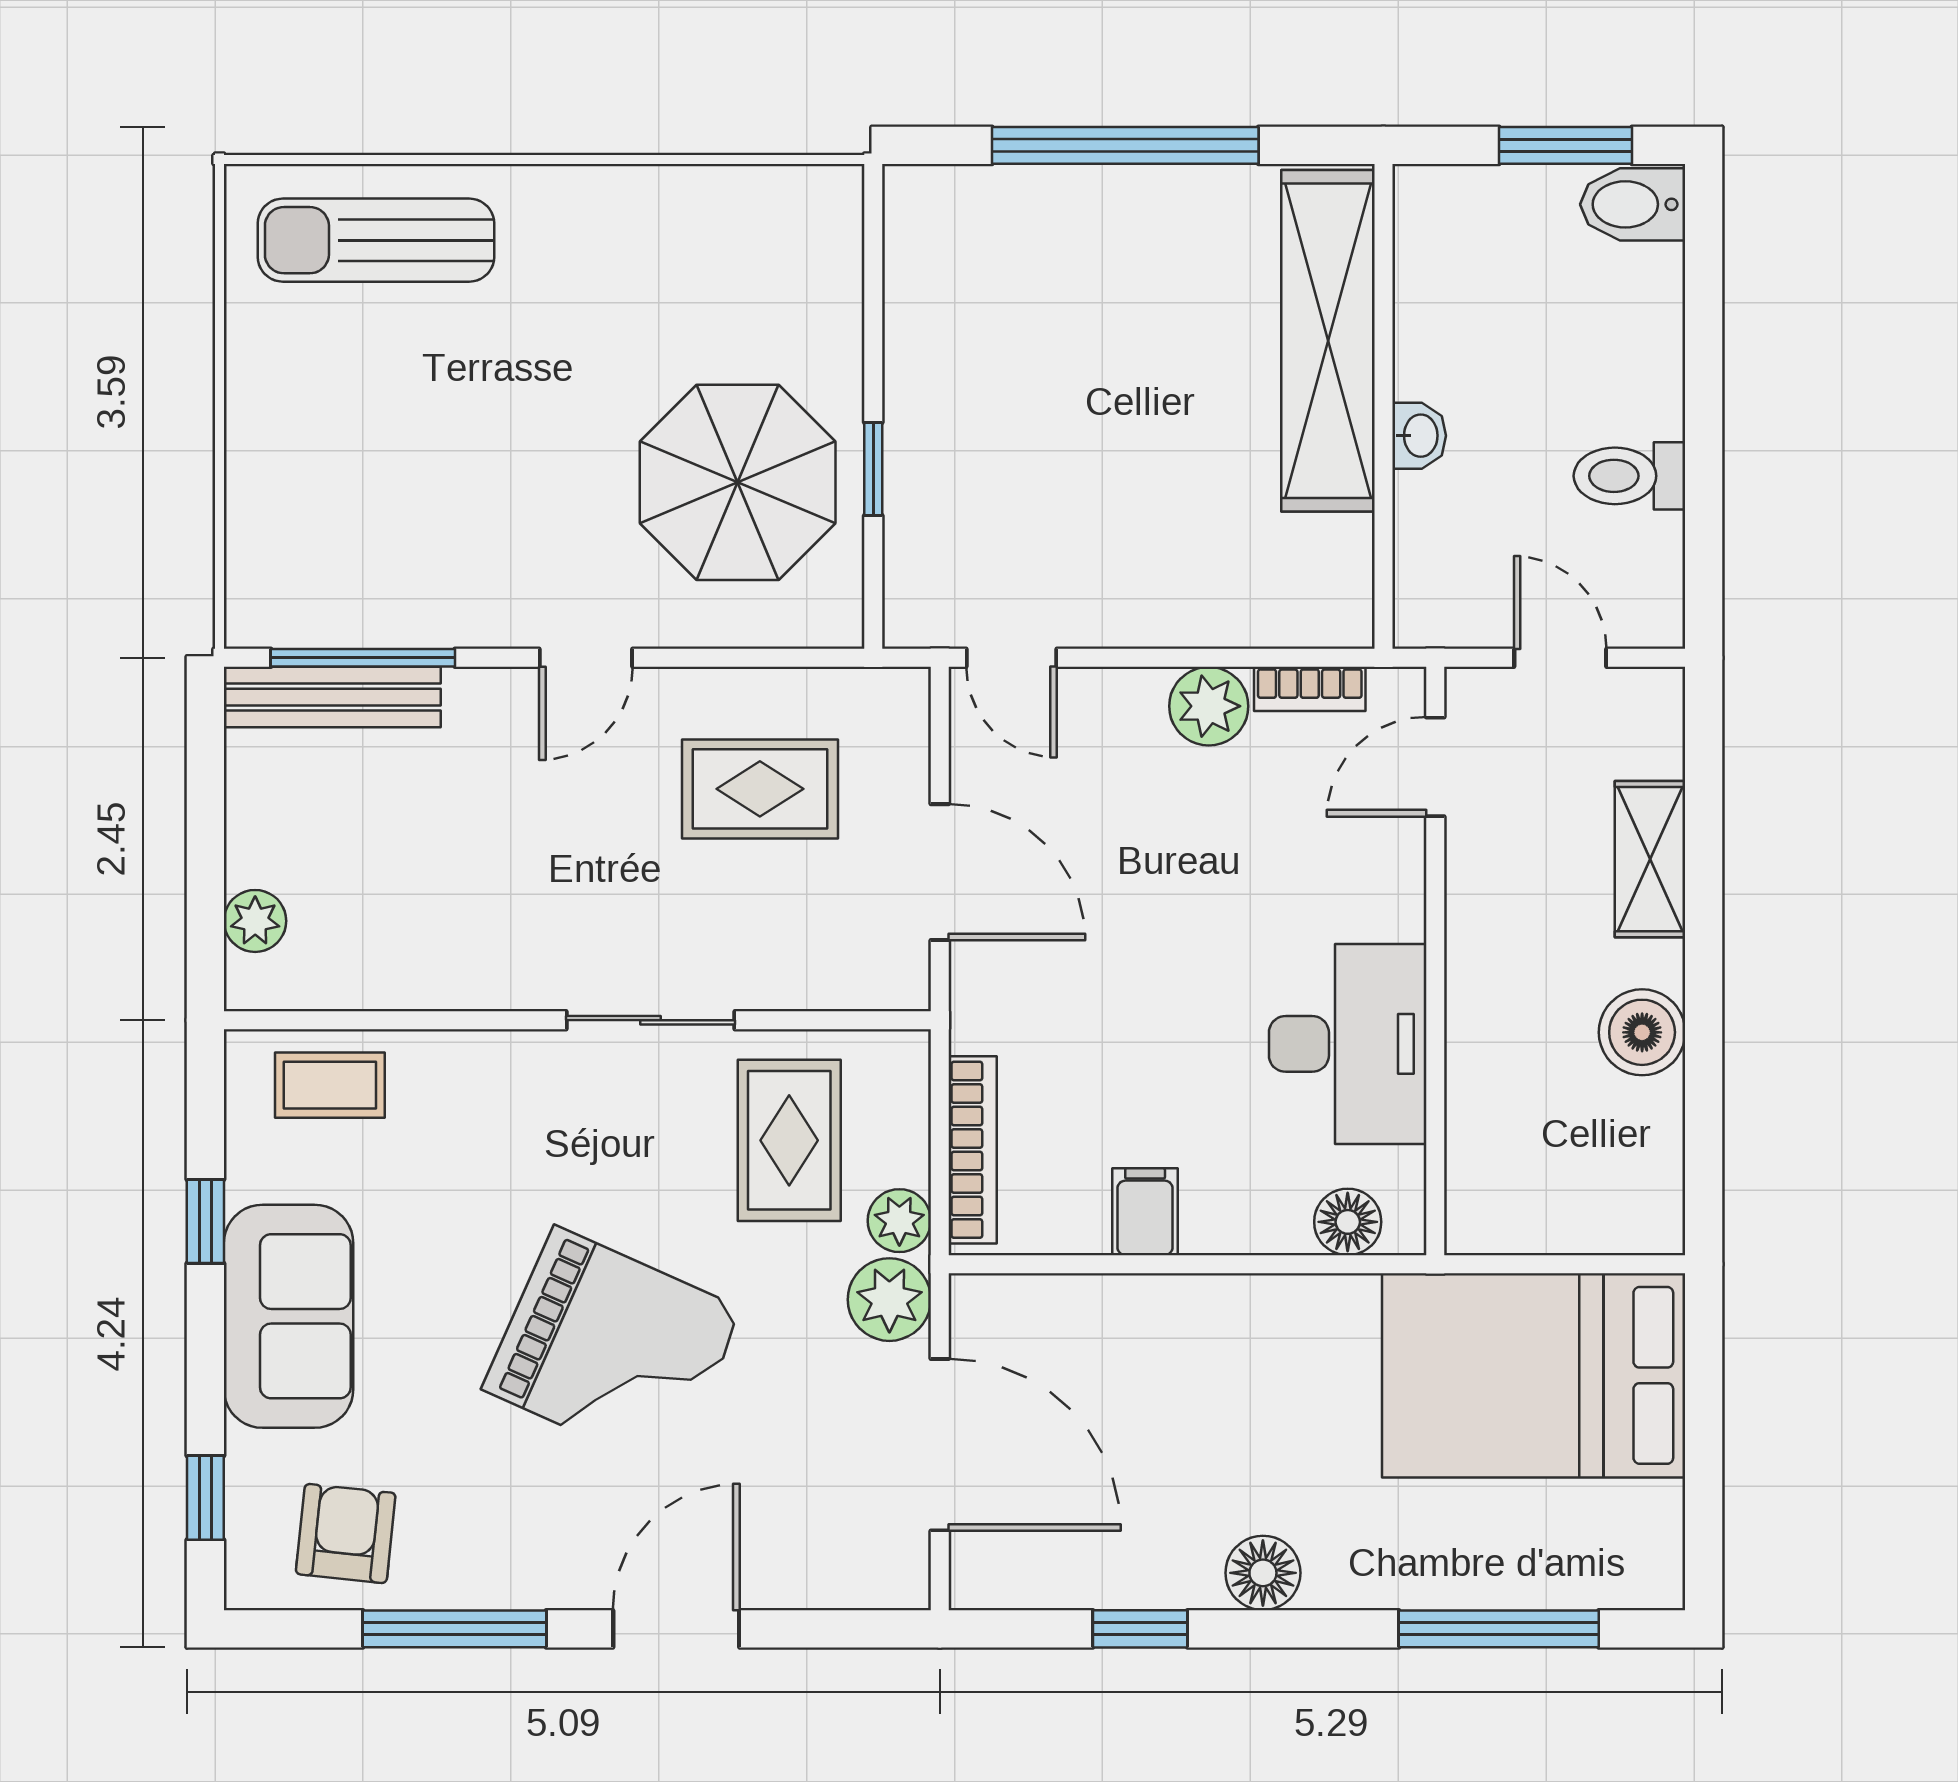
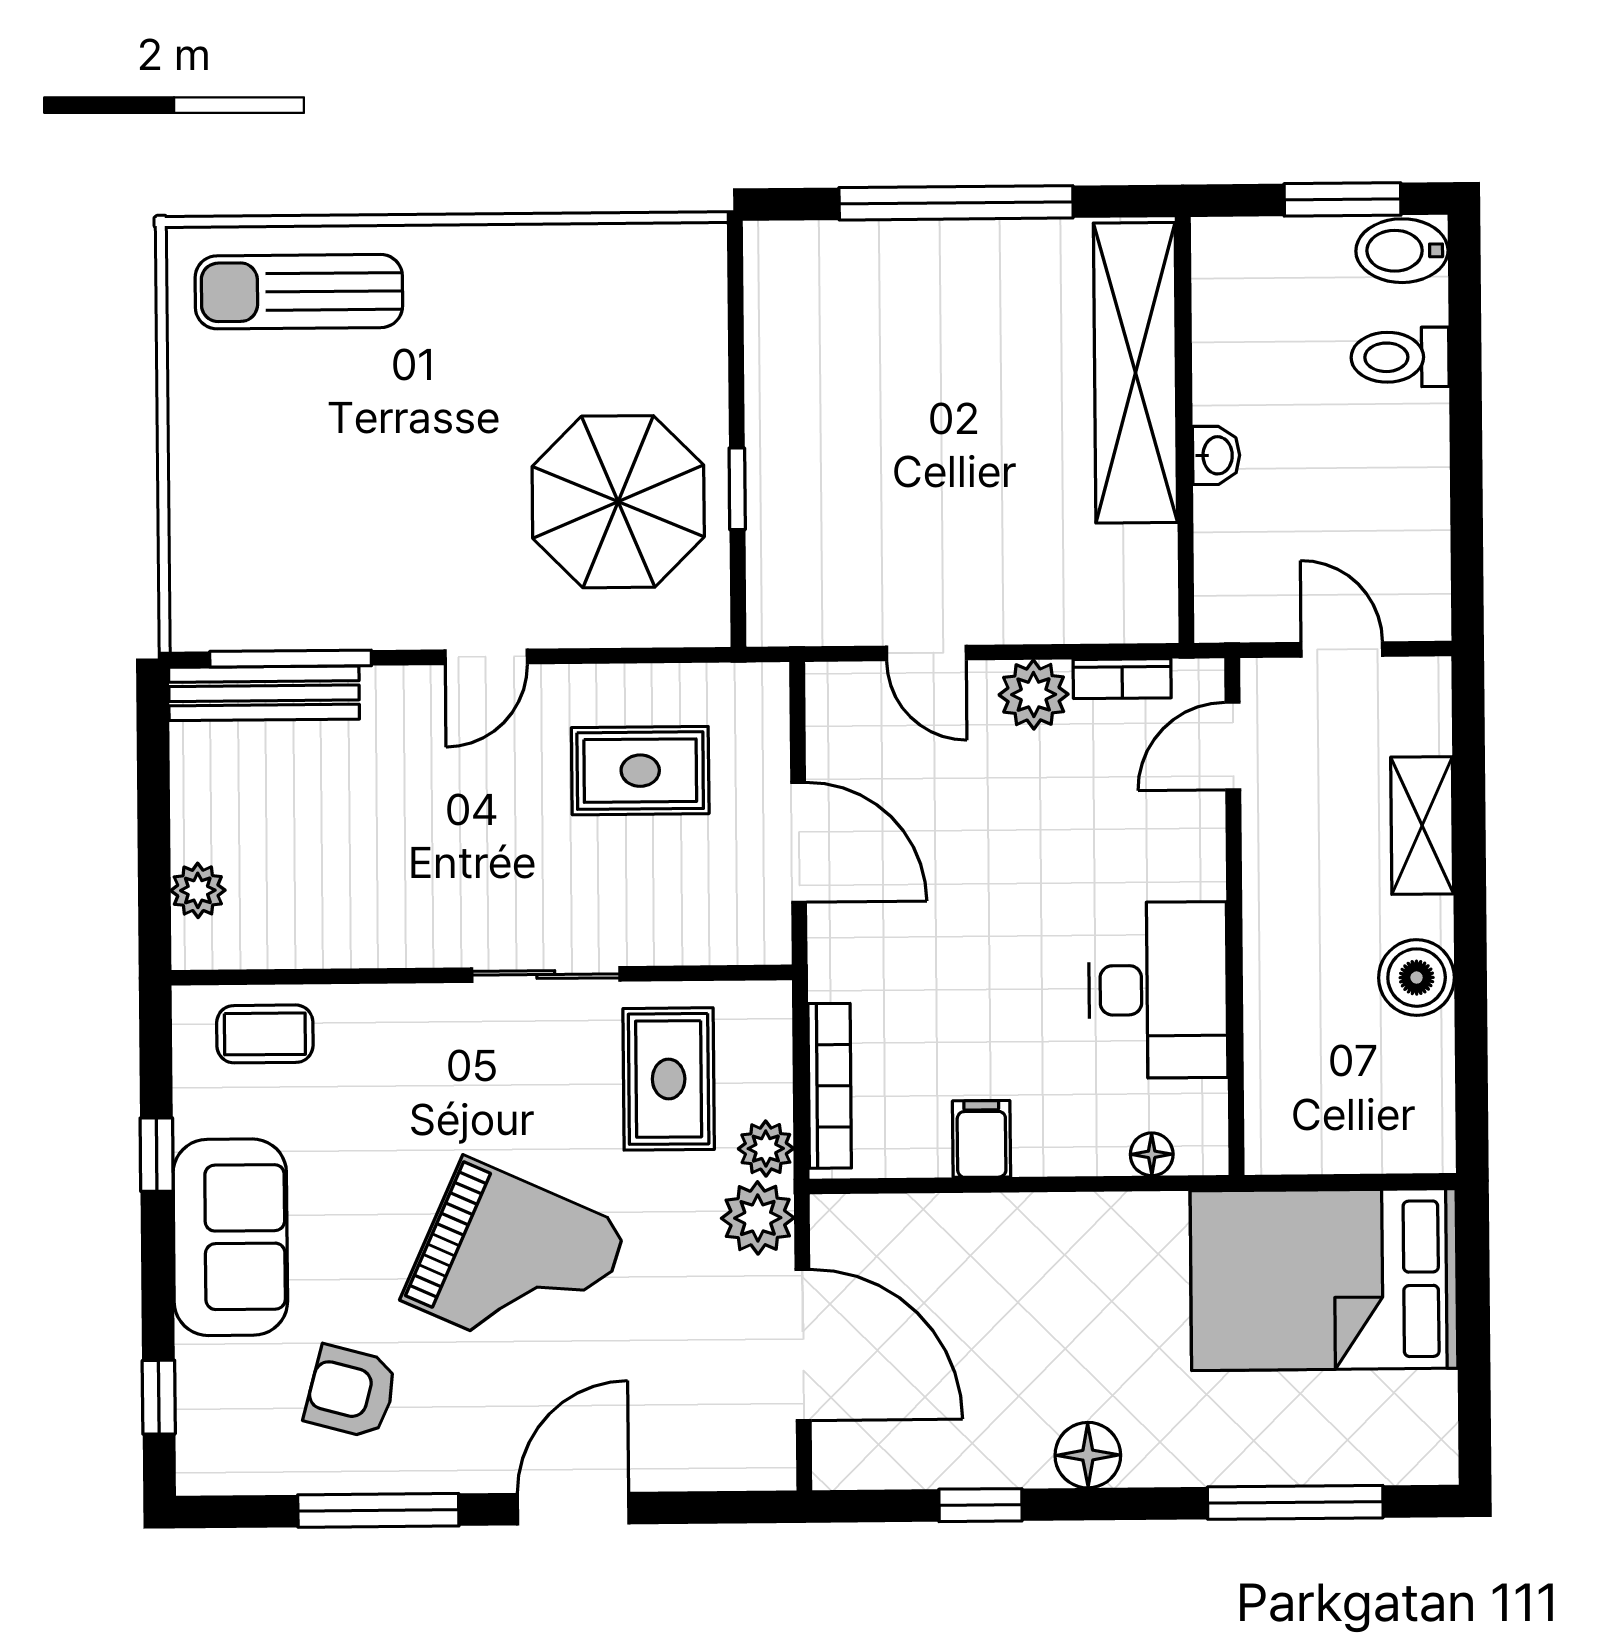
toilet: (1629, 476) -> (1400, 357), moved
door: (1011, 658) -> (926, 653), moved
floor lamp: (1348, 1222) -> (1152, 1154), width x0.73, depth x0.73
armchair: (346, 1534) -> (351, 1392), moved, turned -81

